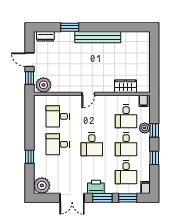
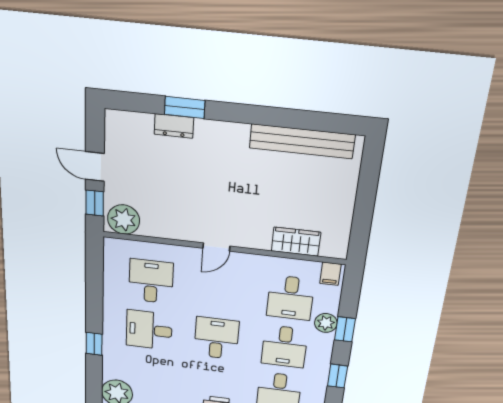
dresser: (45, 36) -> (174, 126), moved
bench: (98, 37) -> (302, 141), moved
desk: (58, 116) -> (151, 281), turned 90
desk: (92, 144) -> (216, 338), turned 180

